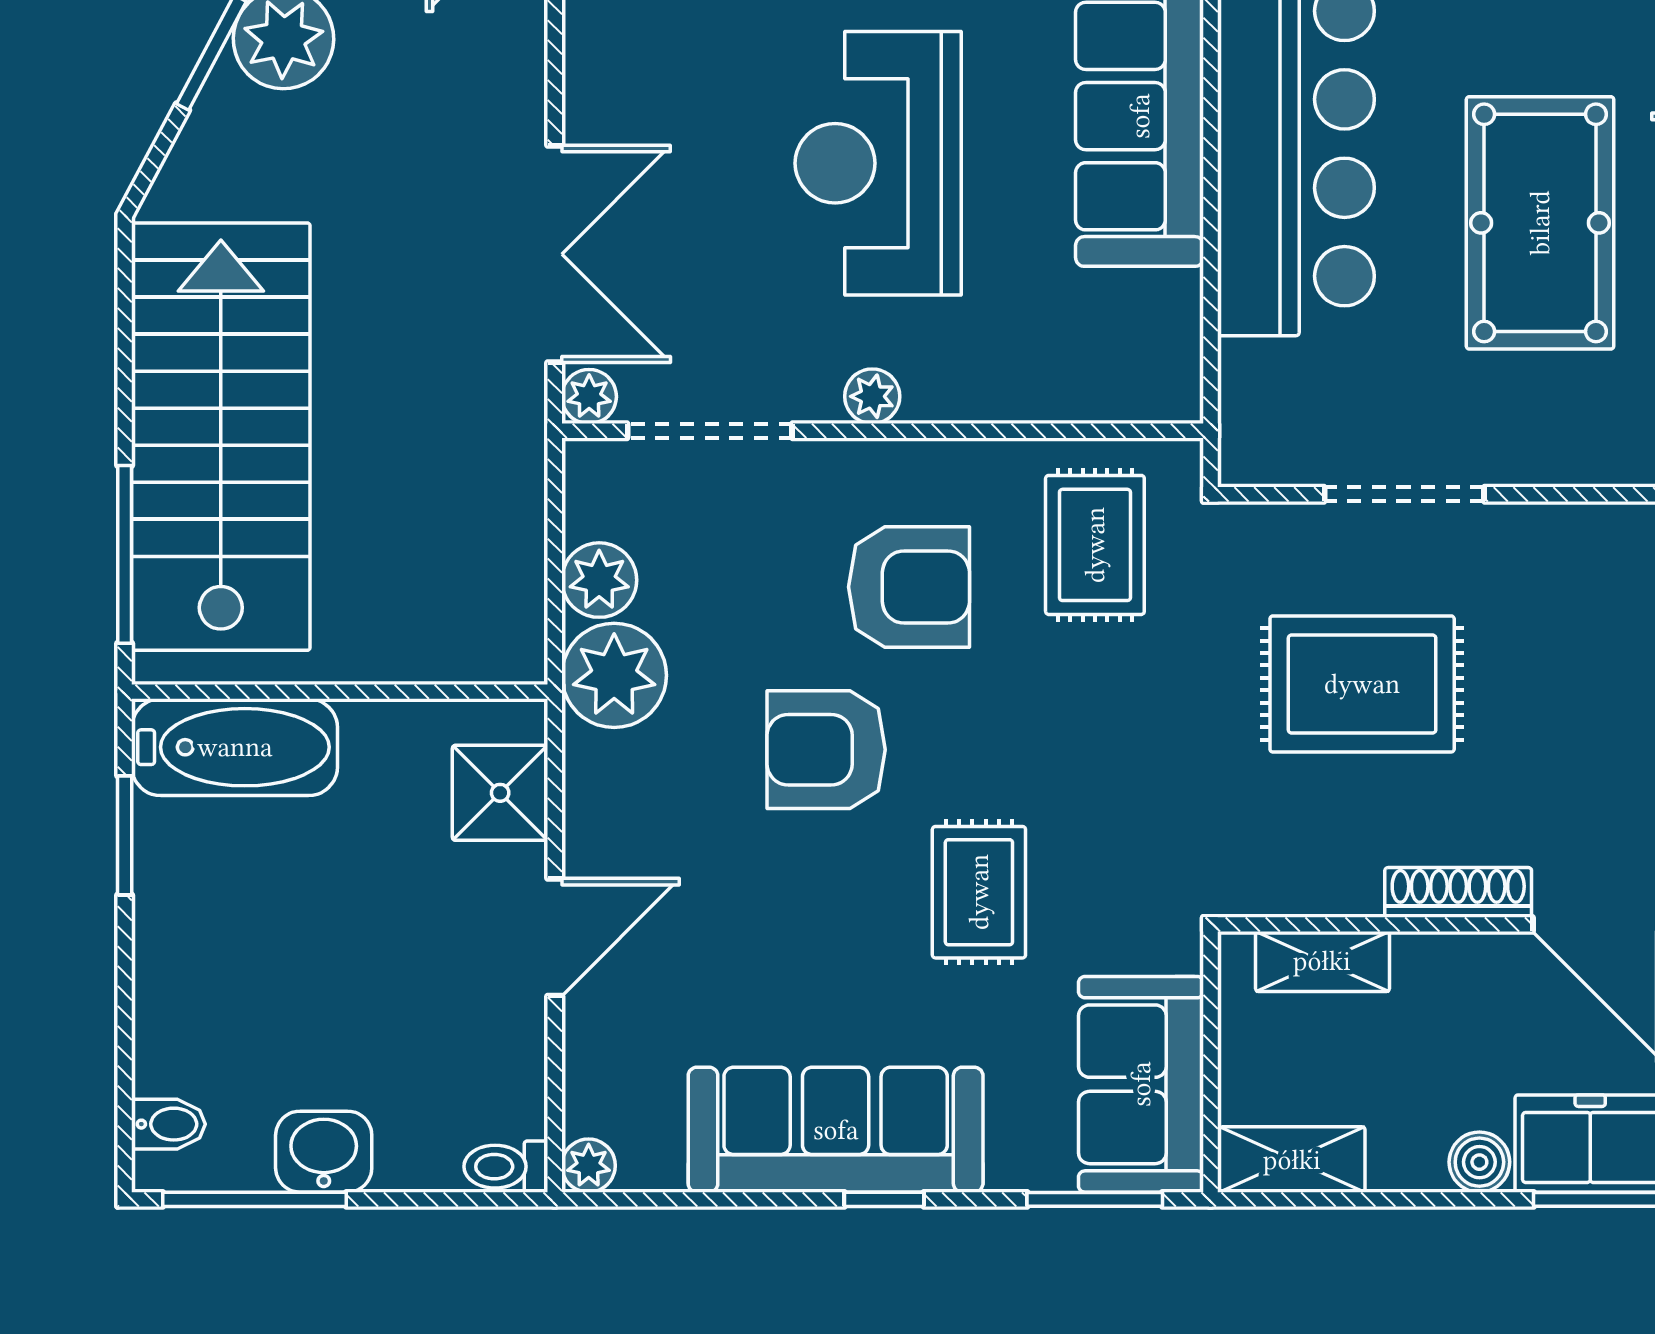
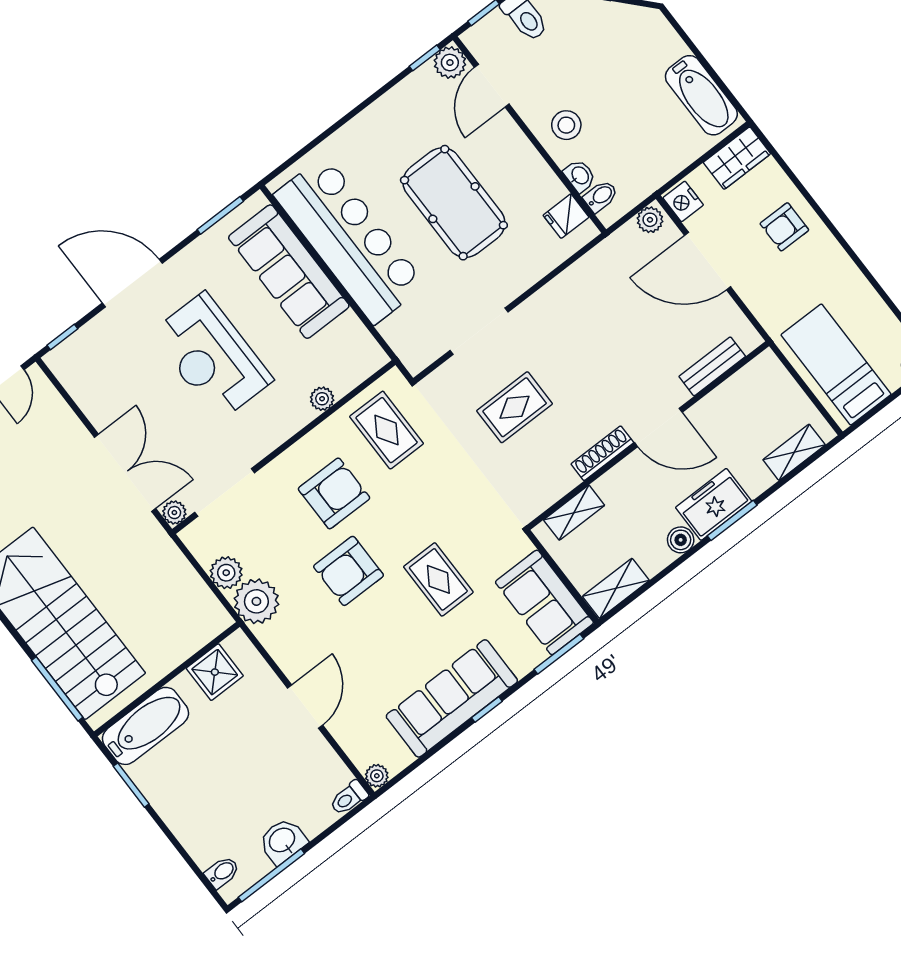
plant: (872, 396) -> (322, 399), moved
rug: (1362, 684) -> (515, 407), width x0.73, depth x0.70
shower: (500, 793) -> (215, 672), moved

